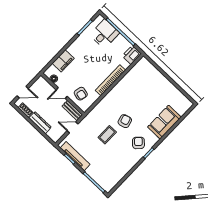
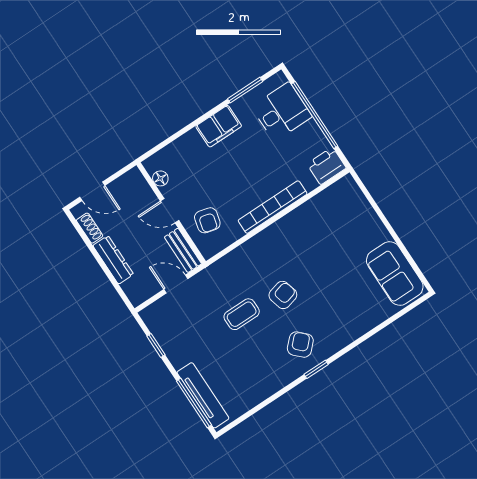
filing cabinet: (63, 61) -> (219, 126), moved
sofa: (164, 122) -> (395, 274), moved, turned -90
tv unit: (75, 156) -> (203, 395), moved

